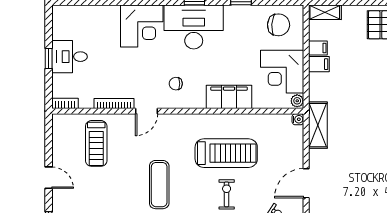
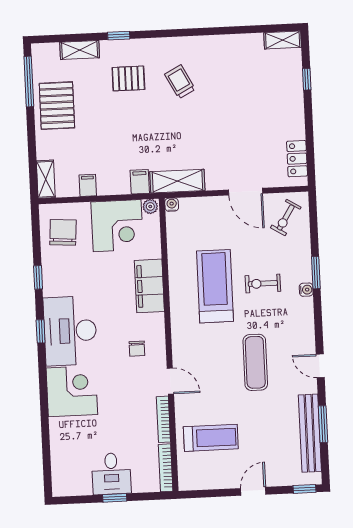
filing cabinet: (319, 64) -> (140, 182), moved
bookcase: (65, 103) -> (166, 468), width x1.56
exercise mat: (159, 185) -> (255, 362), turned 90

